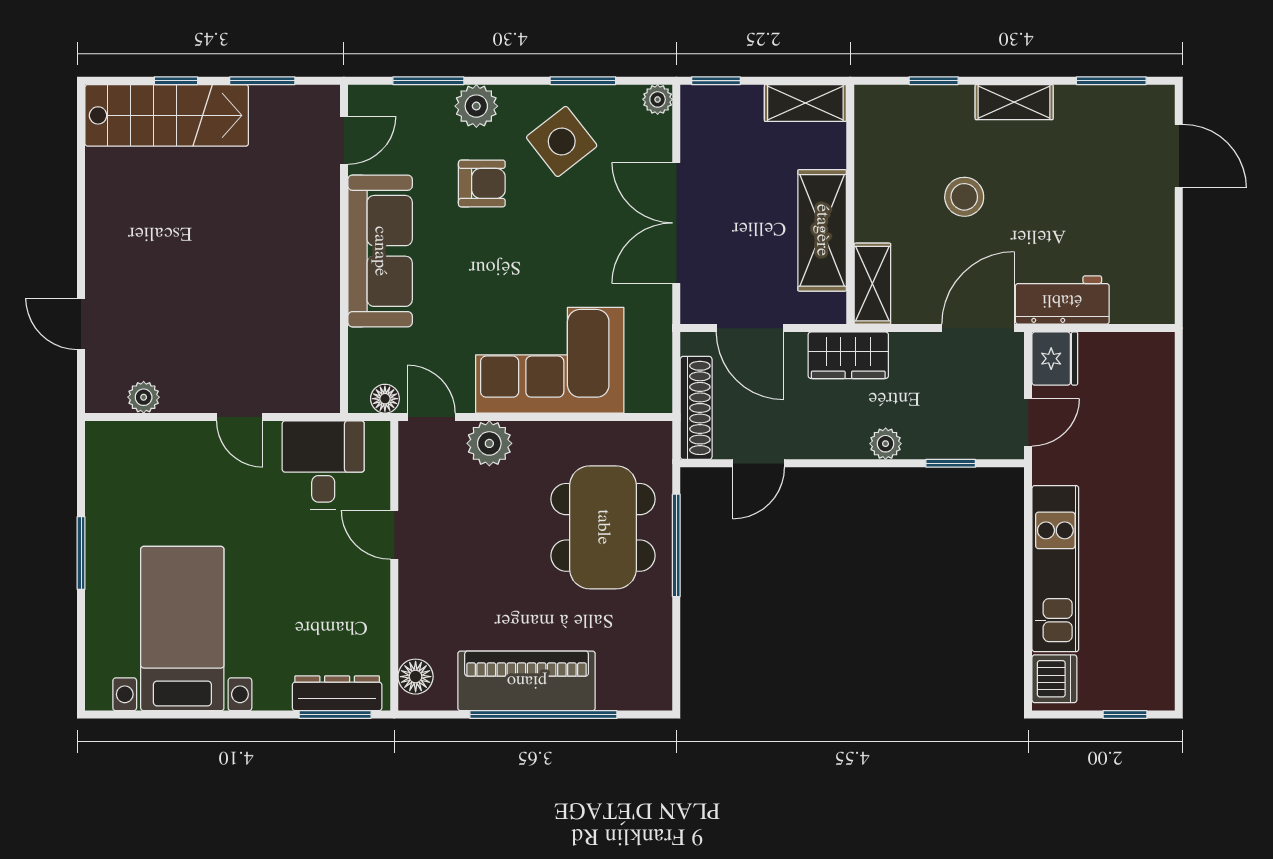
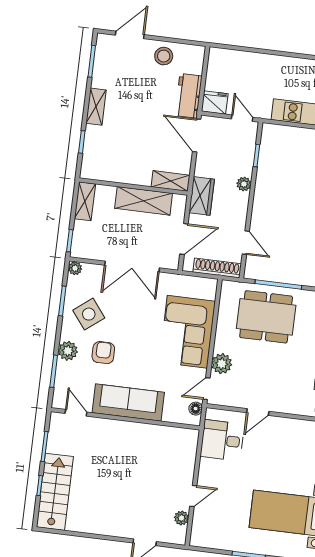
stool: (964, 197) -> (164, 56), moved
door: (240, 417) -> (193, 496), moved

